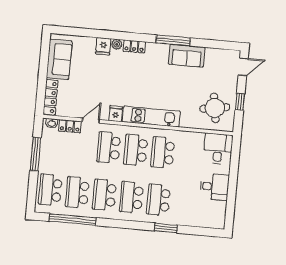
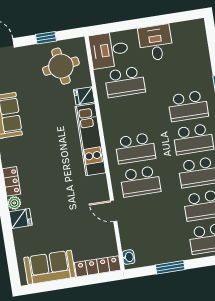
fridge: (116, 114) -> (84, 96), moved
locker: (70, 126) -> (127, 234), removed
school desk: (163, 152) -> (125, 82), moved
window: (36, 154) -> (170, 267), width x0.69

